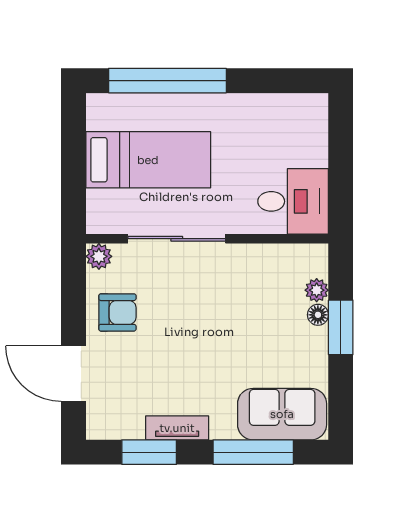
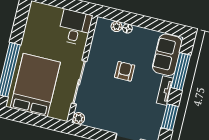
bed: (148, 160) -> (35, 85), width x1.50
armchair: (117, 312) -> (125, 71), moved
window: (341, 327) -> (135, 20), removed
tv unit: (177, 428) -> (165, 91), moved

